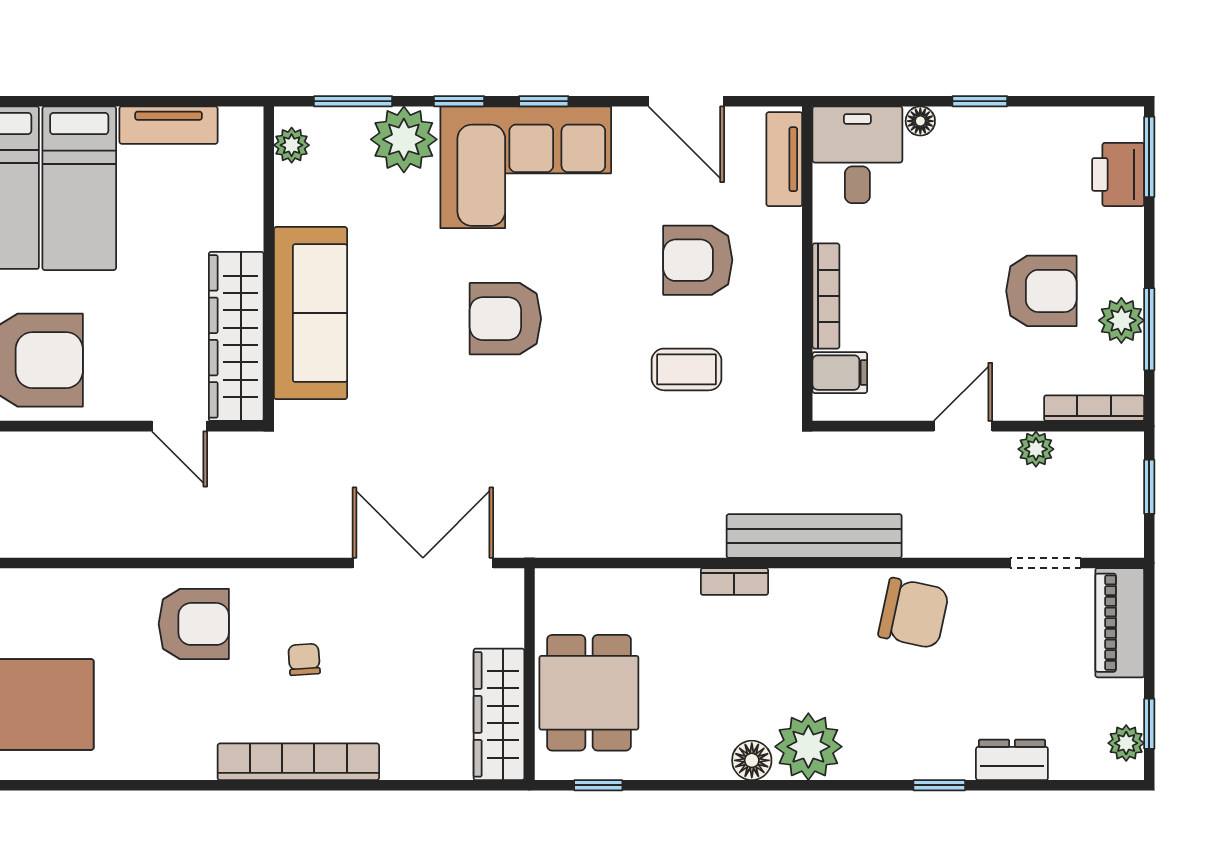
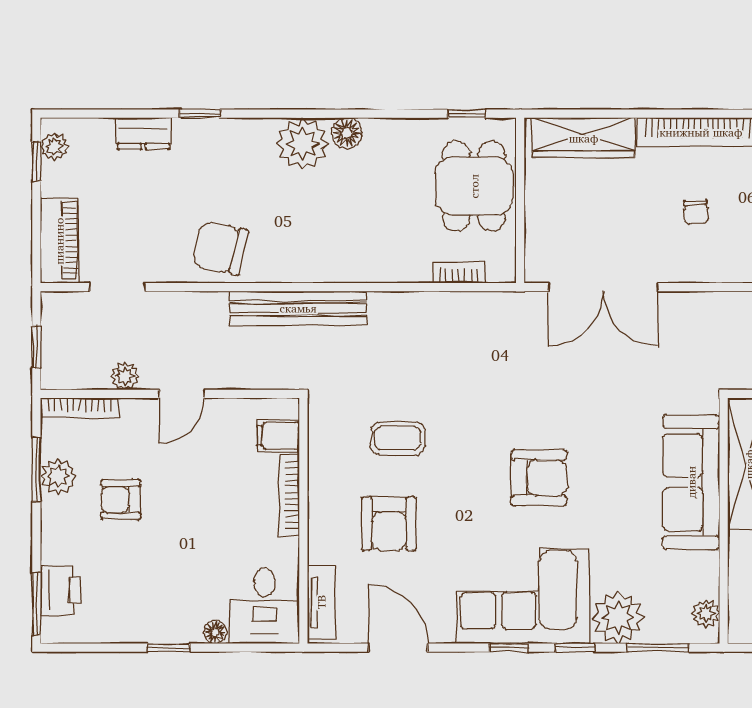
armchair: (698, 260) -> (389, 523), turned 90
armchair: (1041, 291) -> (121, 499), width x0.72, depth x0.72
bookcase: (734, 582) -> (459, 273), moved
wardrobe: (499, 714) -> (584, 138), moved, turned 90

